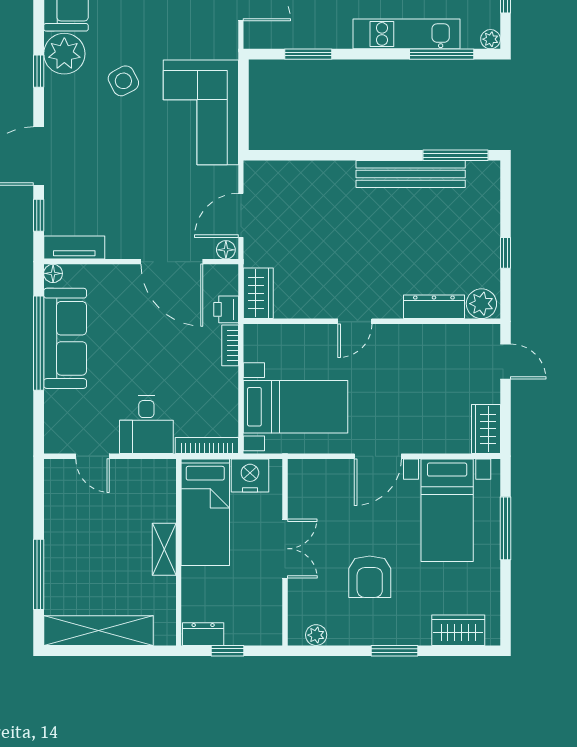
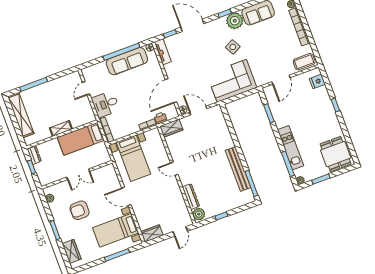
nightstand: (250, 475) -> (101, 151), removed

